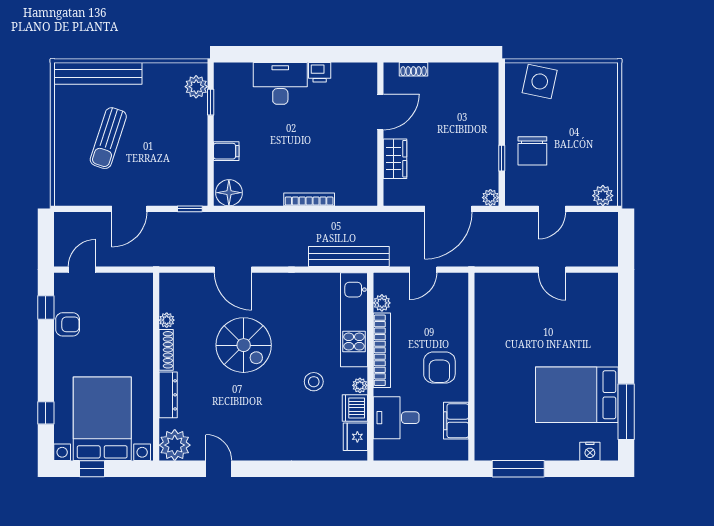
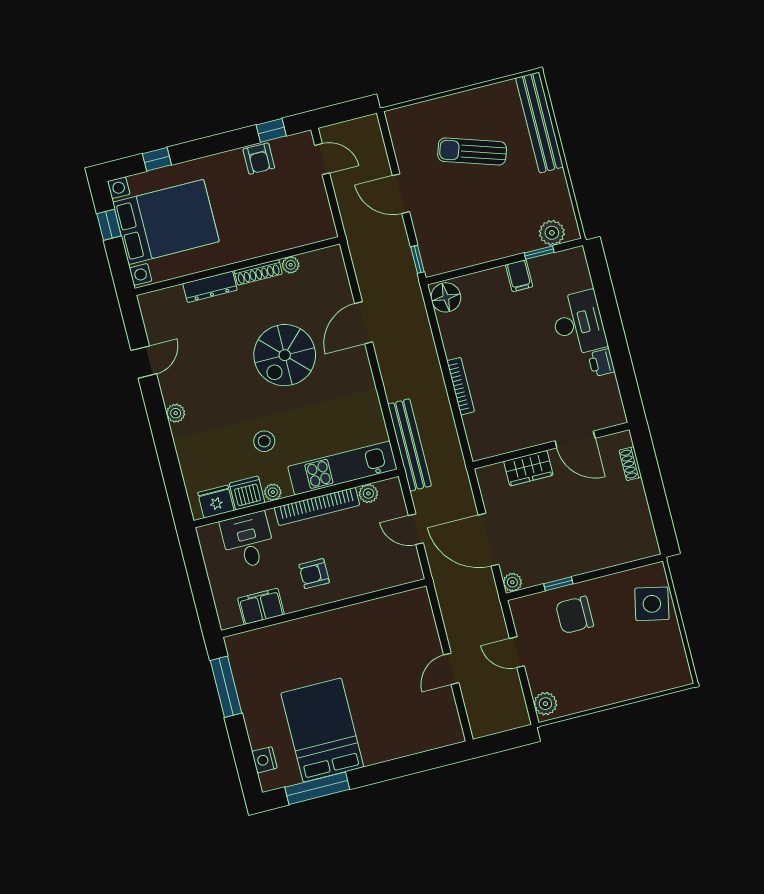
filing cabinet: (226, 151) -> (519, 276), moved
armchair: (439, 367) -> (314, 574), width x0.72, depth x0.72
plant: (175, 445) -> (176, 413), moved, width x0.53, depth x0.53

